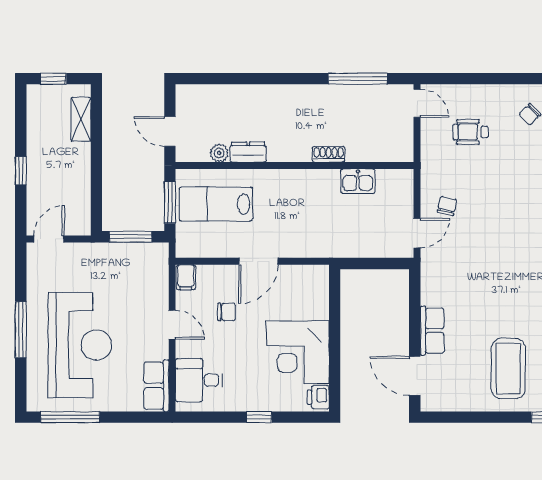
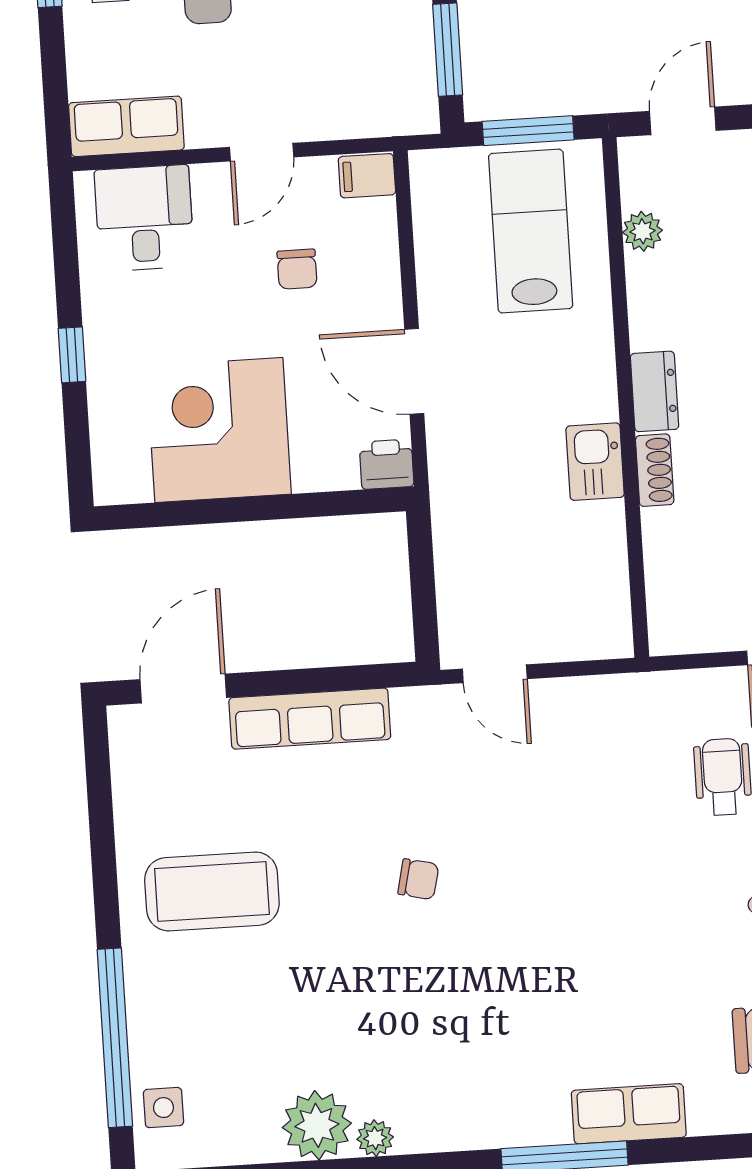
dresser: (248, 152) -> (655, 391), moved
kitchen sink: (358, 181) -> (595, 462), moved
chair: (447, 206) -> (418, 879), moved
door: (258, 261) -> (414, 371), moved
row of seats: (432, 331) -> (310, 719), width x1.48
printer: (318, 397) -> (387, 464), moved

